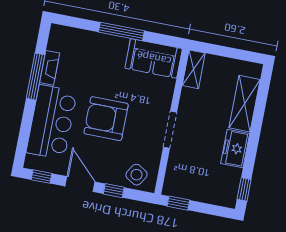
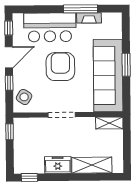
window: (121, 31) -> (126, 65), width x0.69
sofa: (154, 58) -> (108, 76), width x1.85, depth x1.27

